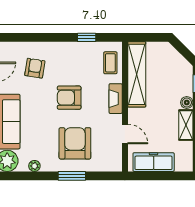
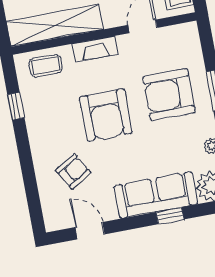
armchair: (35, 68) -> (73, 171), turned 140
armchair: (69, 98) -> (106, 115), width x1.36, depth x1.36

